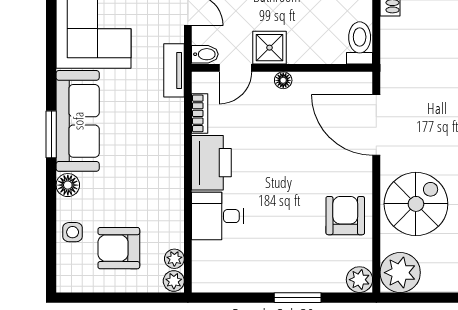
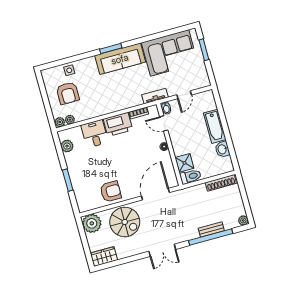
shower: (270, 48) -> (184, 163), moved
floor lamp: (68, 185) -> (90, 62), removed
armchair: (119, 248) -> (68, 93), turned 180
plant: (359, 280) -> (67, 146), moved

